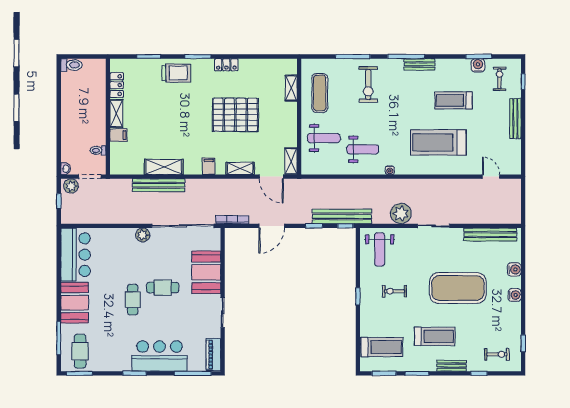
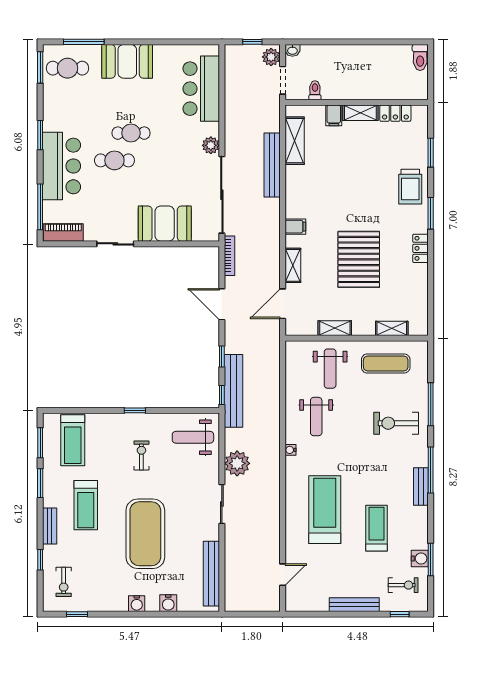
shelving: (291, 161) -> (335, 328), moved
shelving: (164, 167) -> (295, 141), moved
bar counter: (76, 255) -> (201, 89), moved, turned 90
cafe table: (163, 288) -> (114, 160), moved, turned 90

